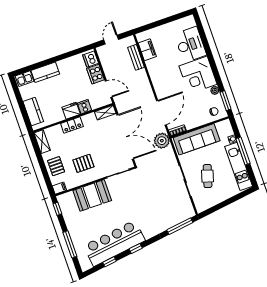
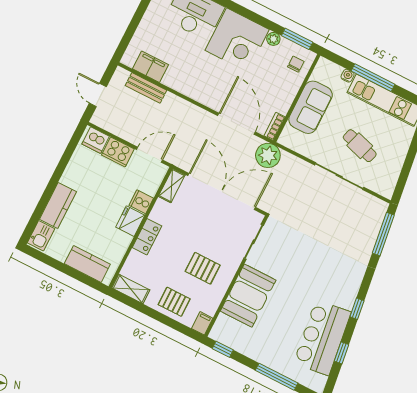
sofa: (197, 139) -> (311, 107), width x0.73
pallet: (83, 163) -> (203, 268), turned 90
bar counter: (114, 243) -> (322, 338), width x0.73

